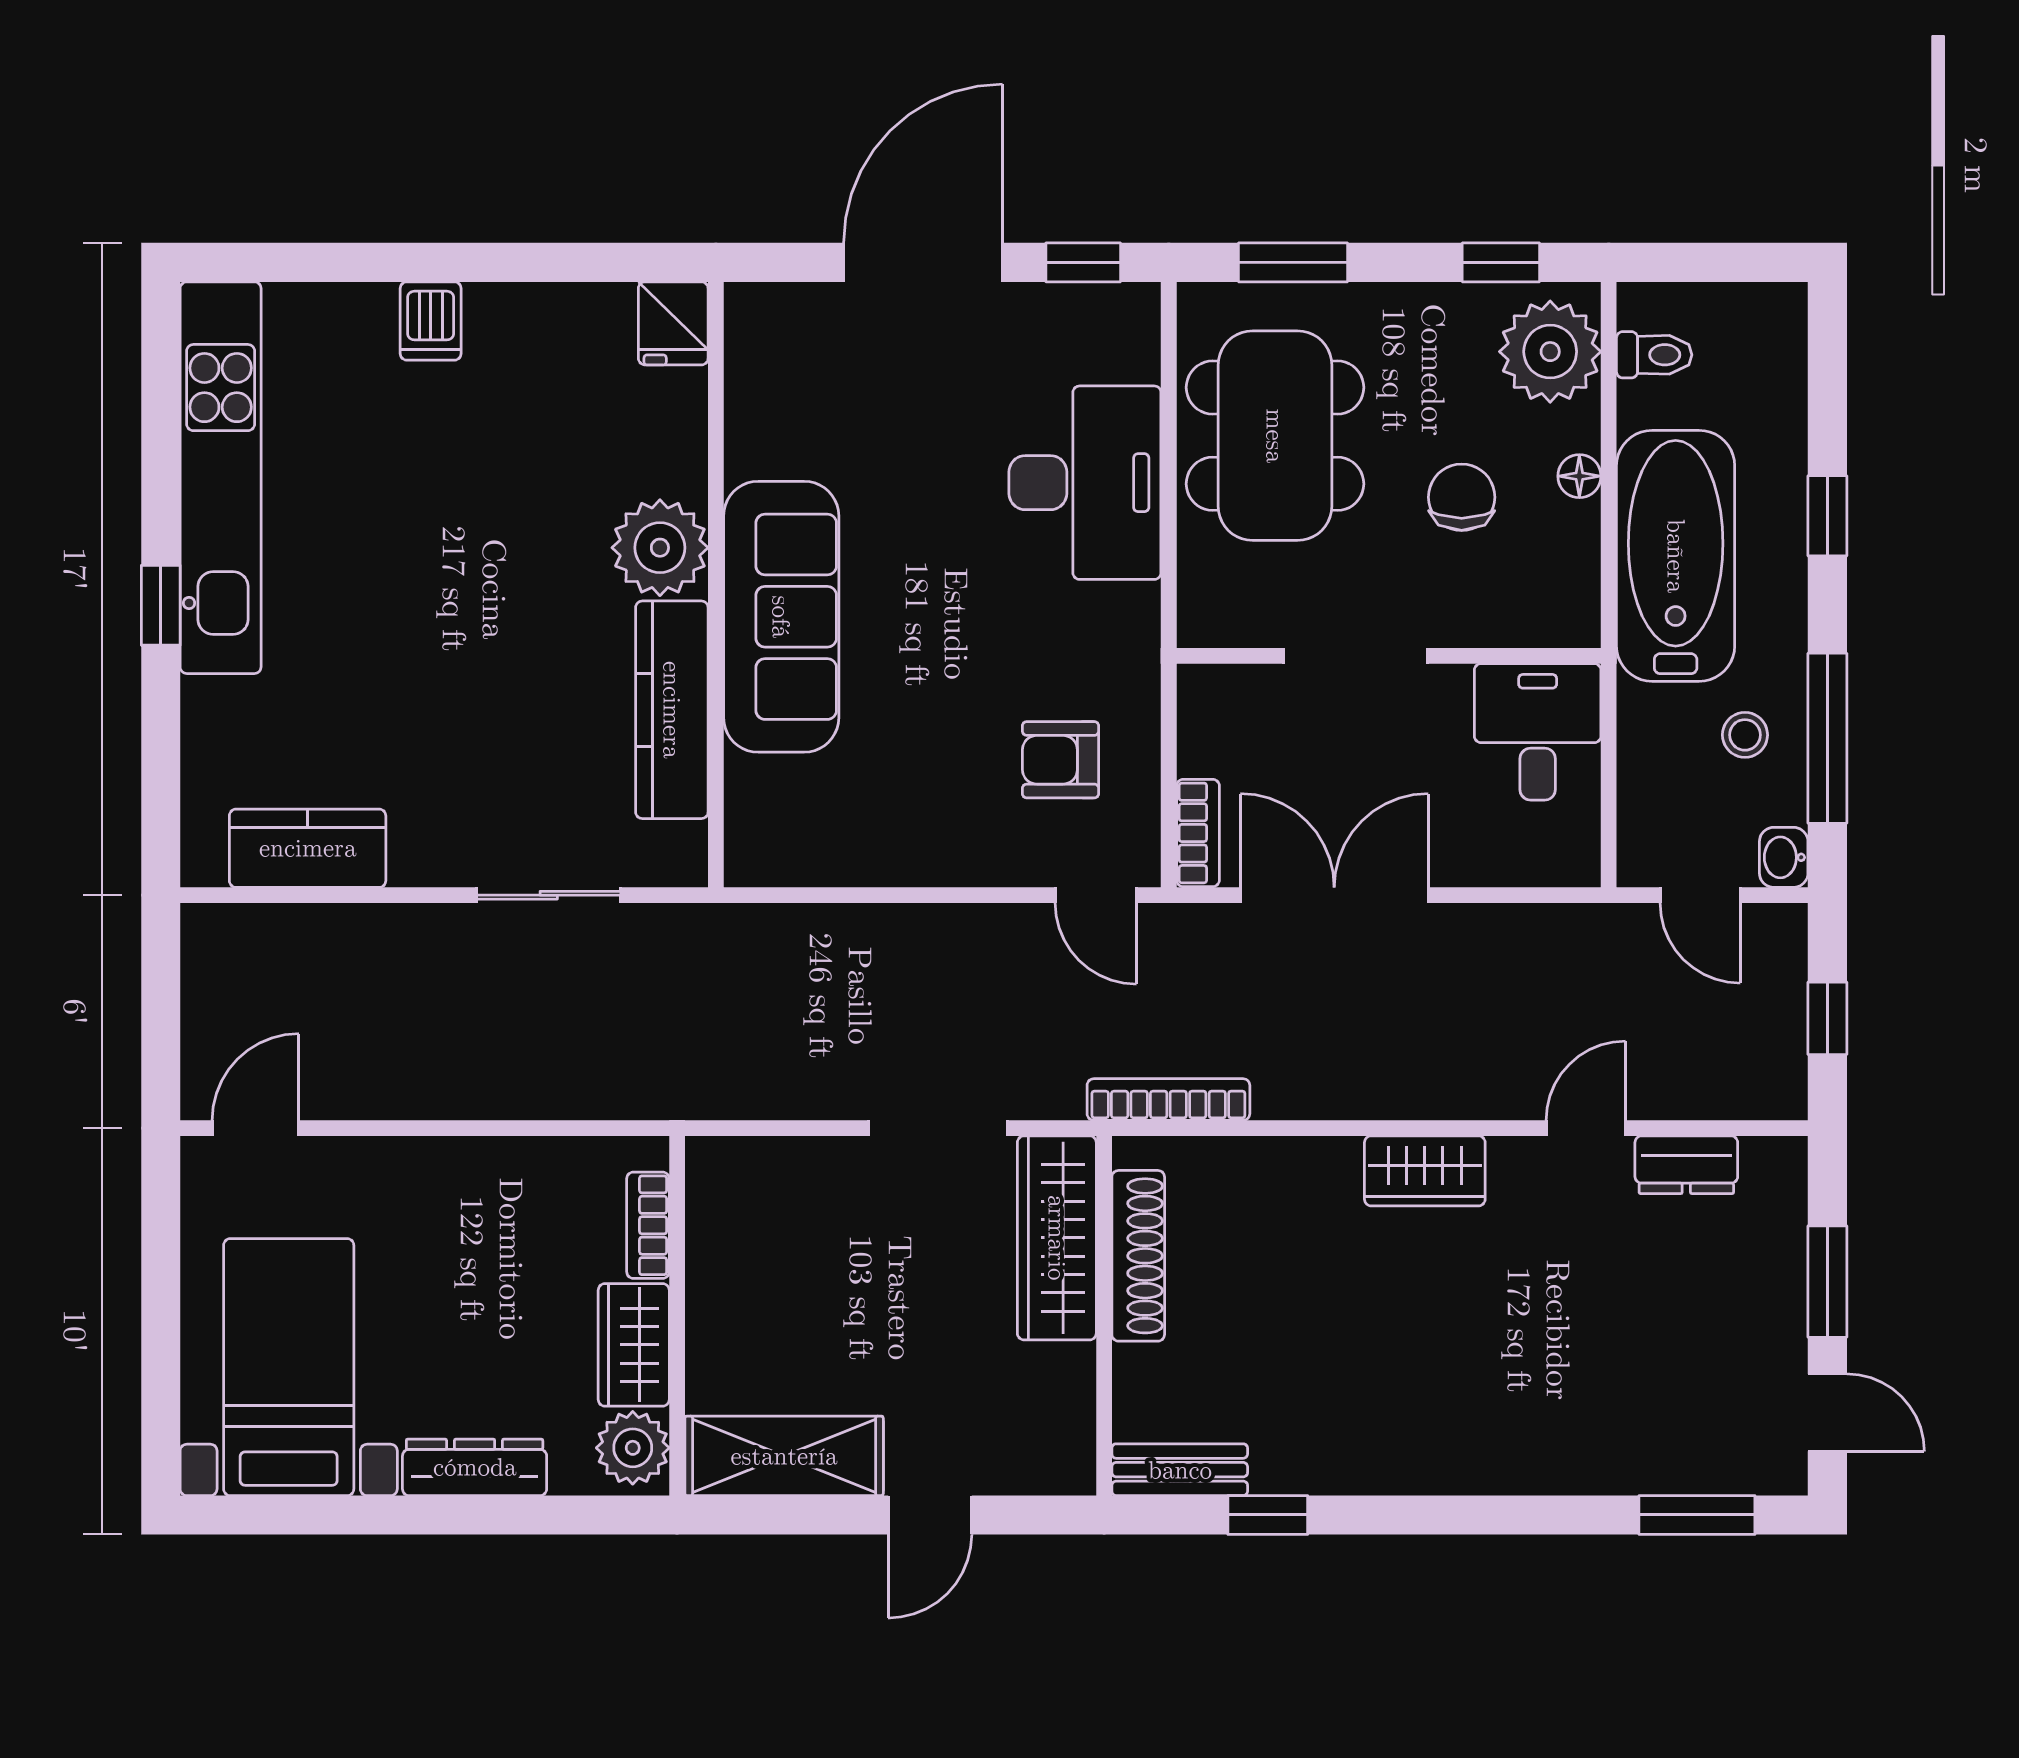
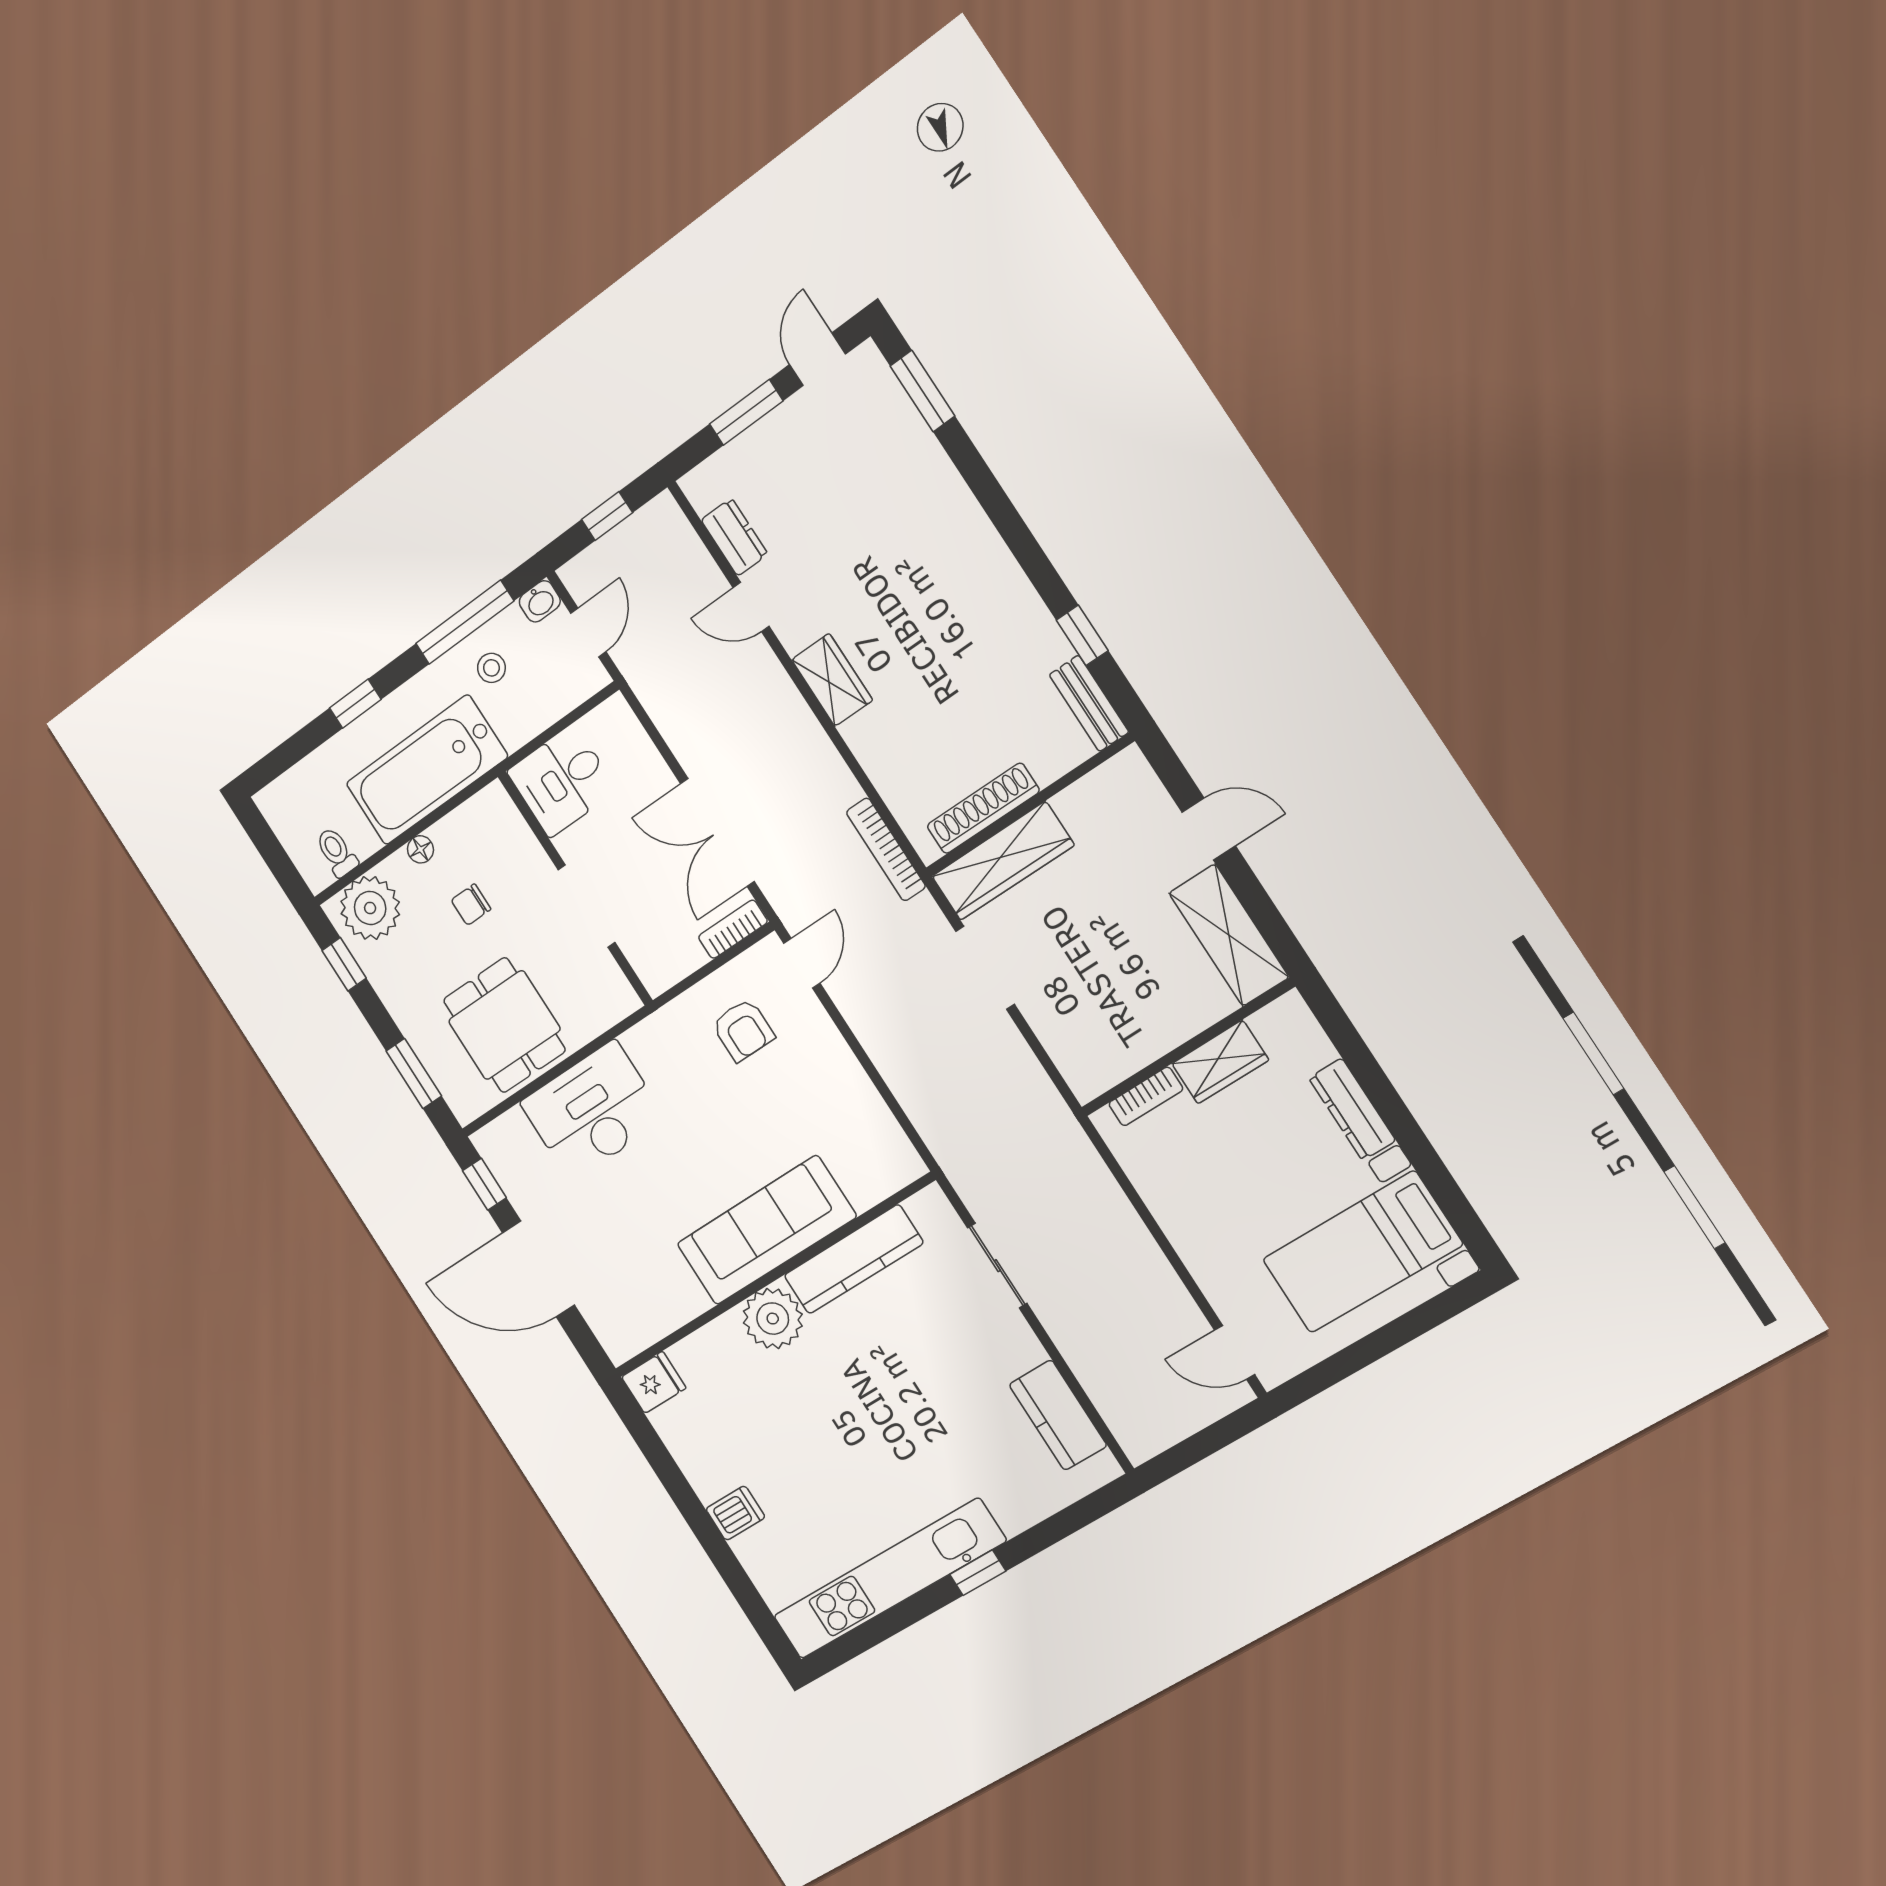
dining table: (1275, 436) -> (504, 1025), width x0.73
chair: (1462, 497) -> (471, 905), width x0.73, depth x0.73
plant: (633, 1448) -> (1281, 1025), removed

